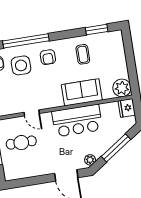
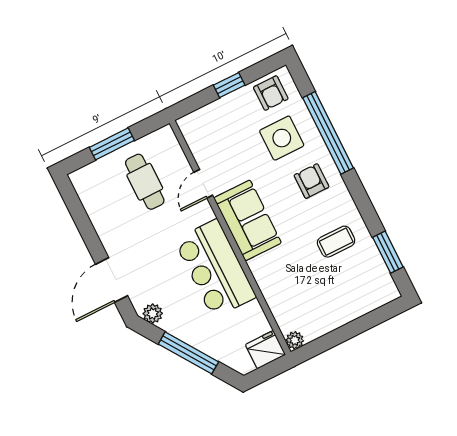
armchair: (48, 57) -> (312, 181), turned 90
plant: (122, 88) -> (295, 340), width x0.53, depth x0.53
sofa: (82, 92) -> (248, 220), moved

